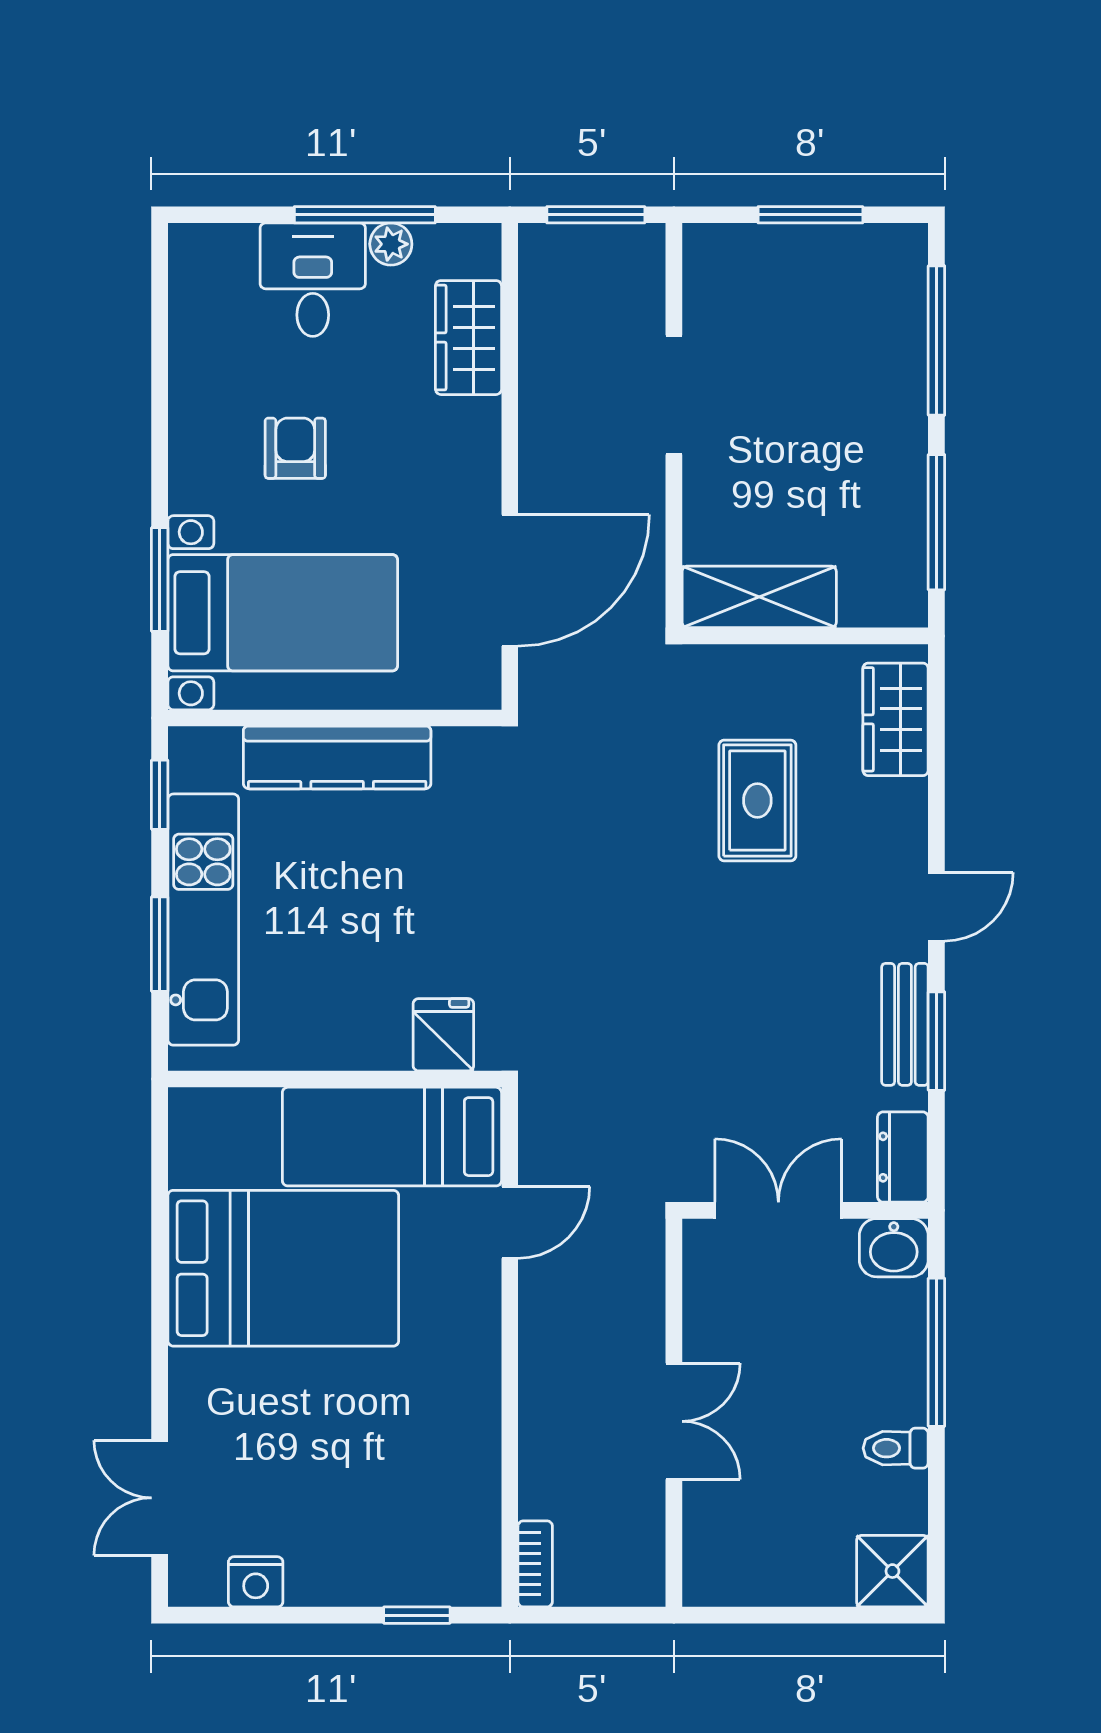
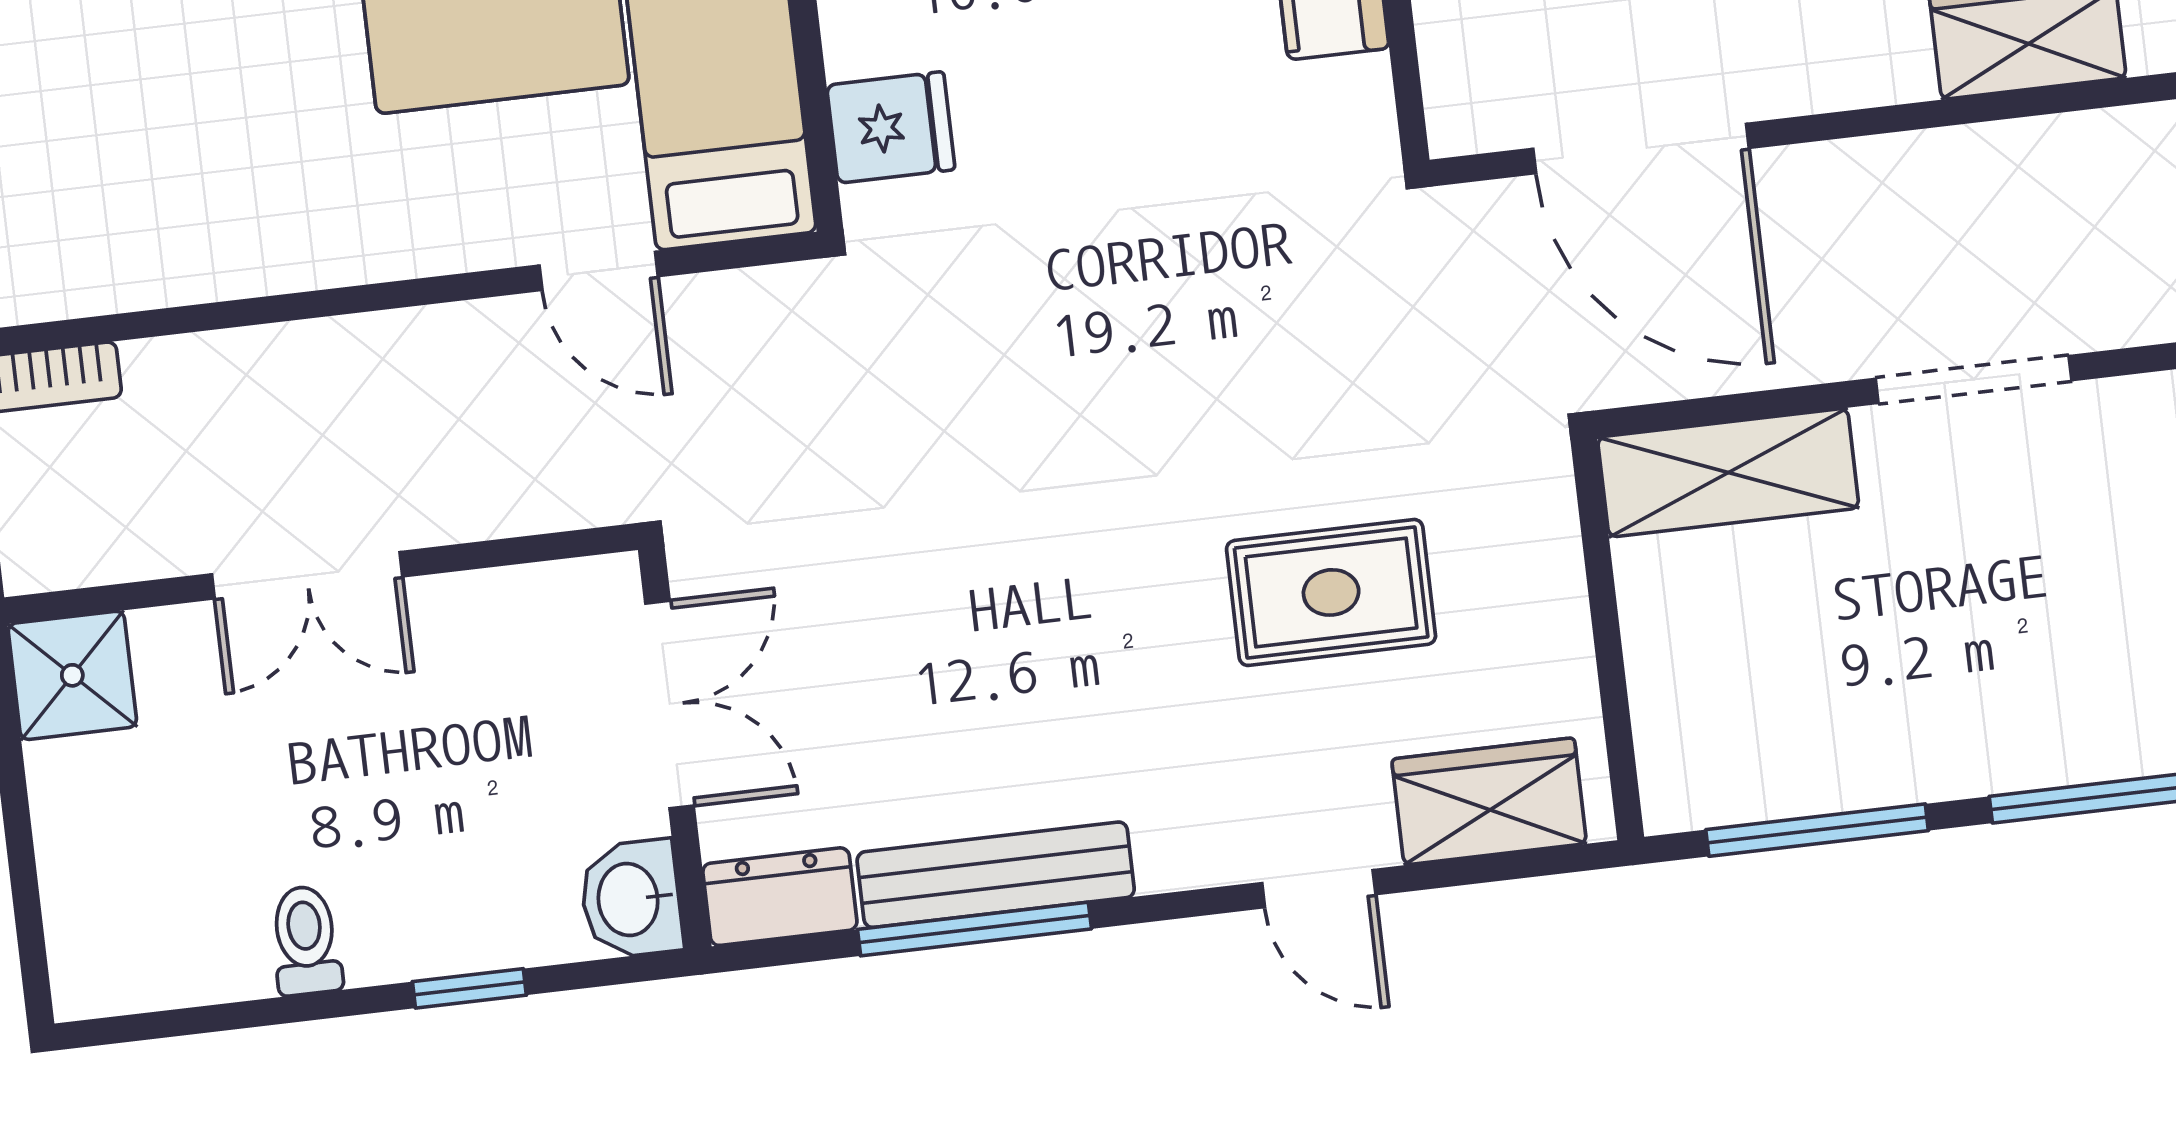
shelving: (759, 597) -> (1728, 473), moved, turned 90
door: (936, 907) -> (1319, 889), moved
bench: (905, 1024) -> (996, 875), width x1.36
window: (936, 1041) -> (975, 929), width x1.44
window: (936, 1352) -> (469, 988), width x0.46
shower: (892, 1571) -> (72, 675), moved

